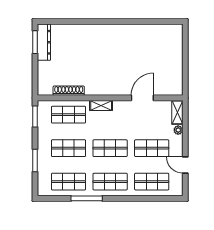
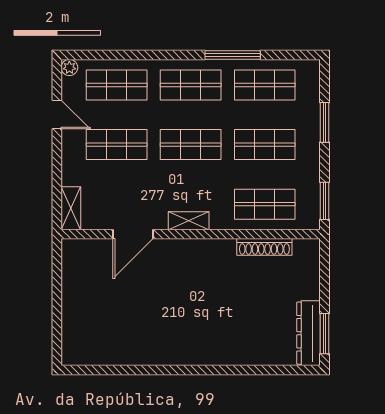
shelving: (101, 105) -> (189, 221), moved
plant: (178, 130) -> (69, 68), moved

